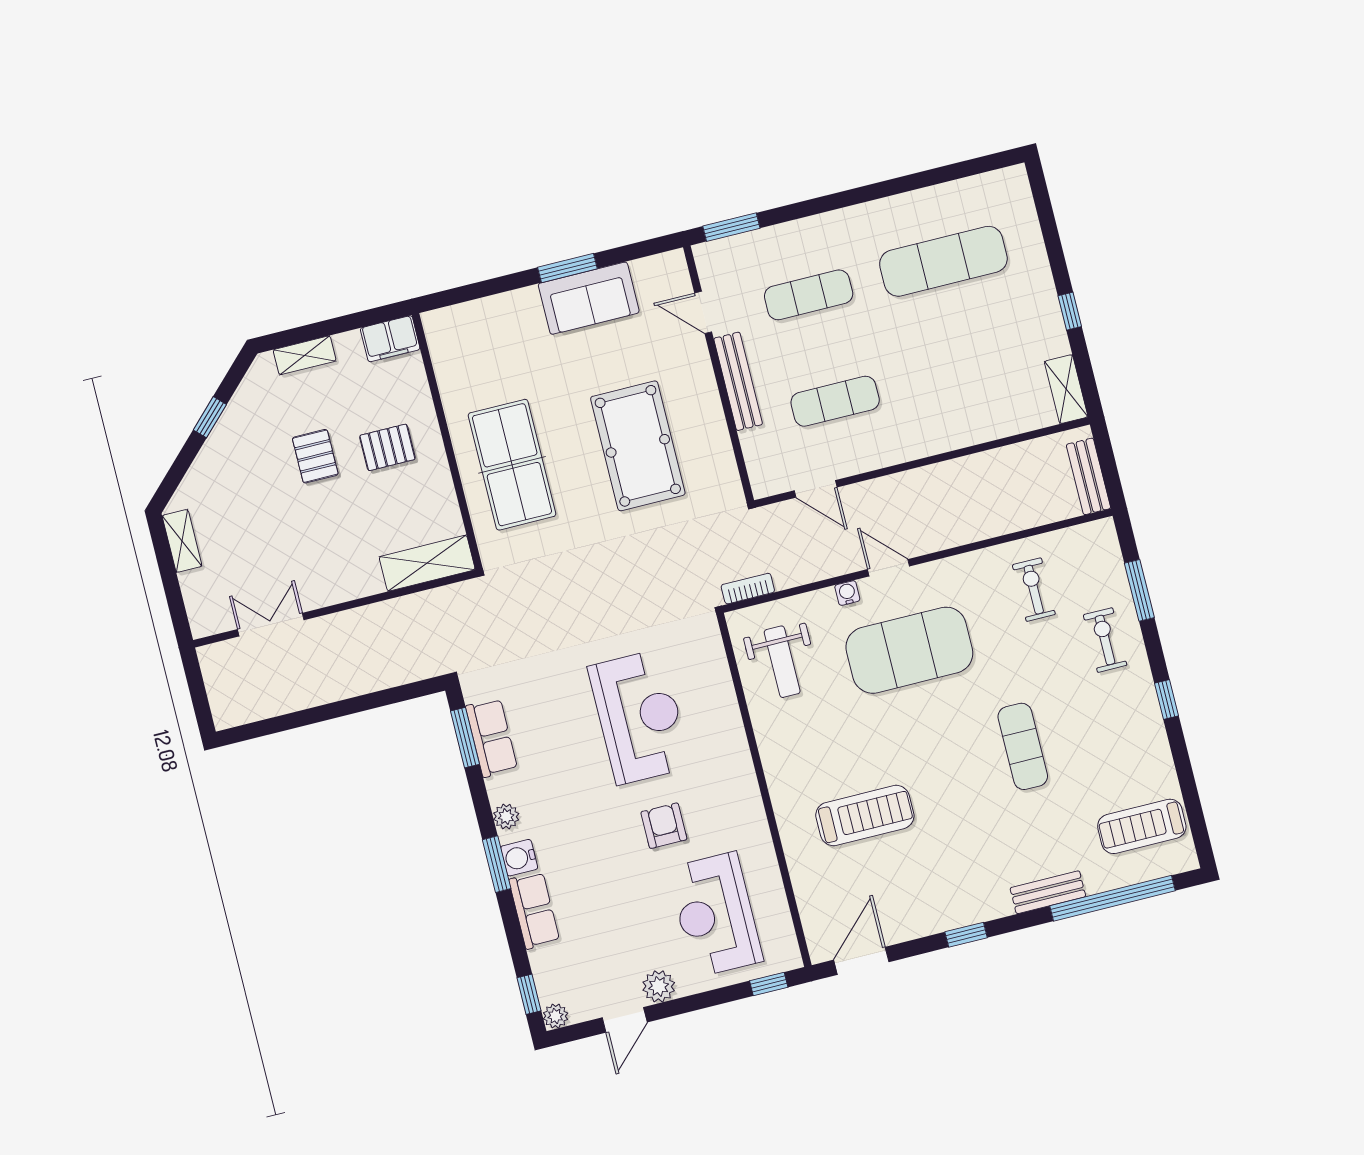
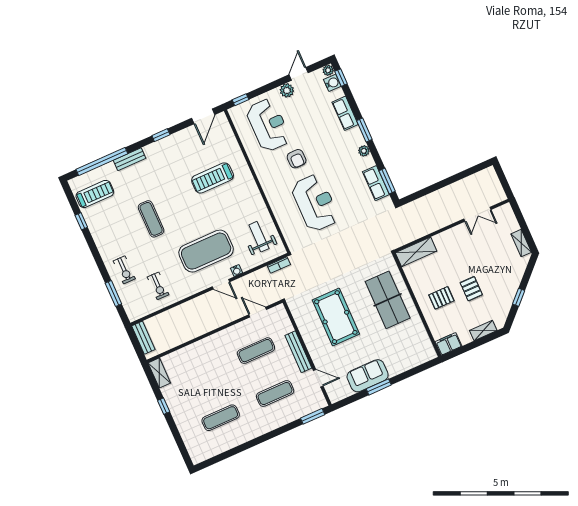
exercise mat: (943, 261) -> (221, 418), width x0.73, depth x0.69
window: (1167, 699) -> (81, 221), moved
reception desk: (639, 717) -> (315, 203), turned 180
water cooler: (519, 858) -> (332, 83), moved

